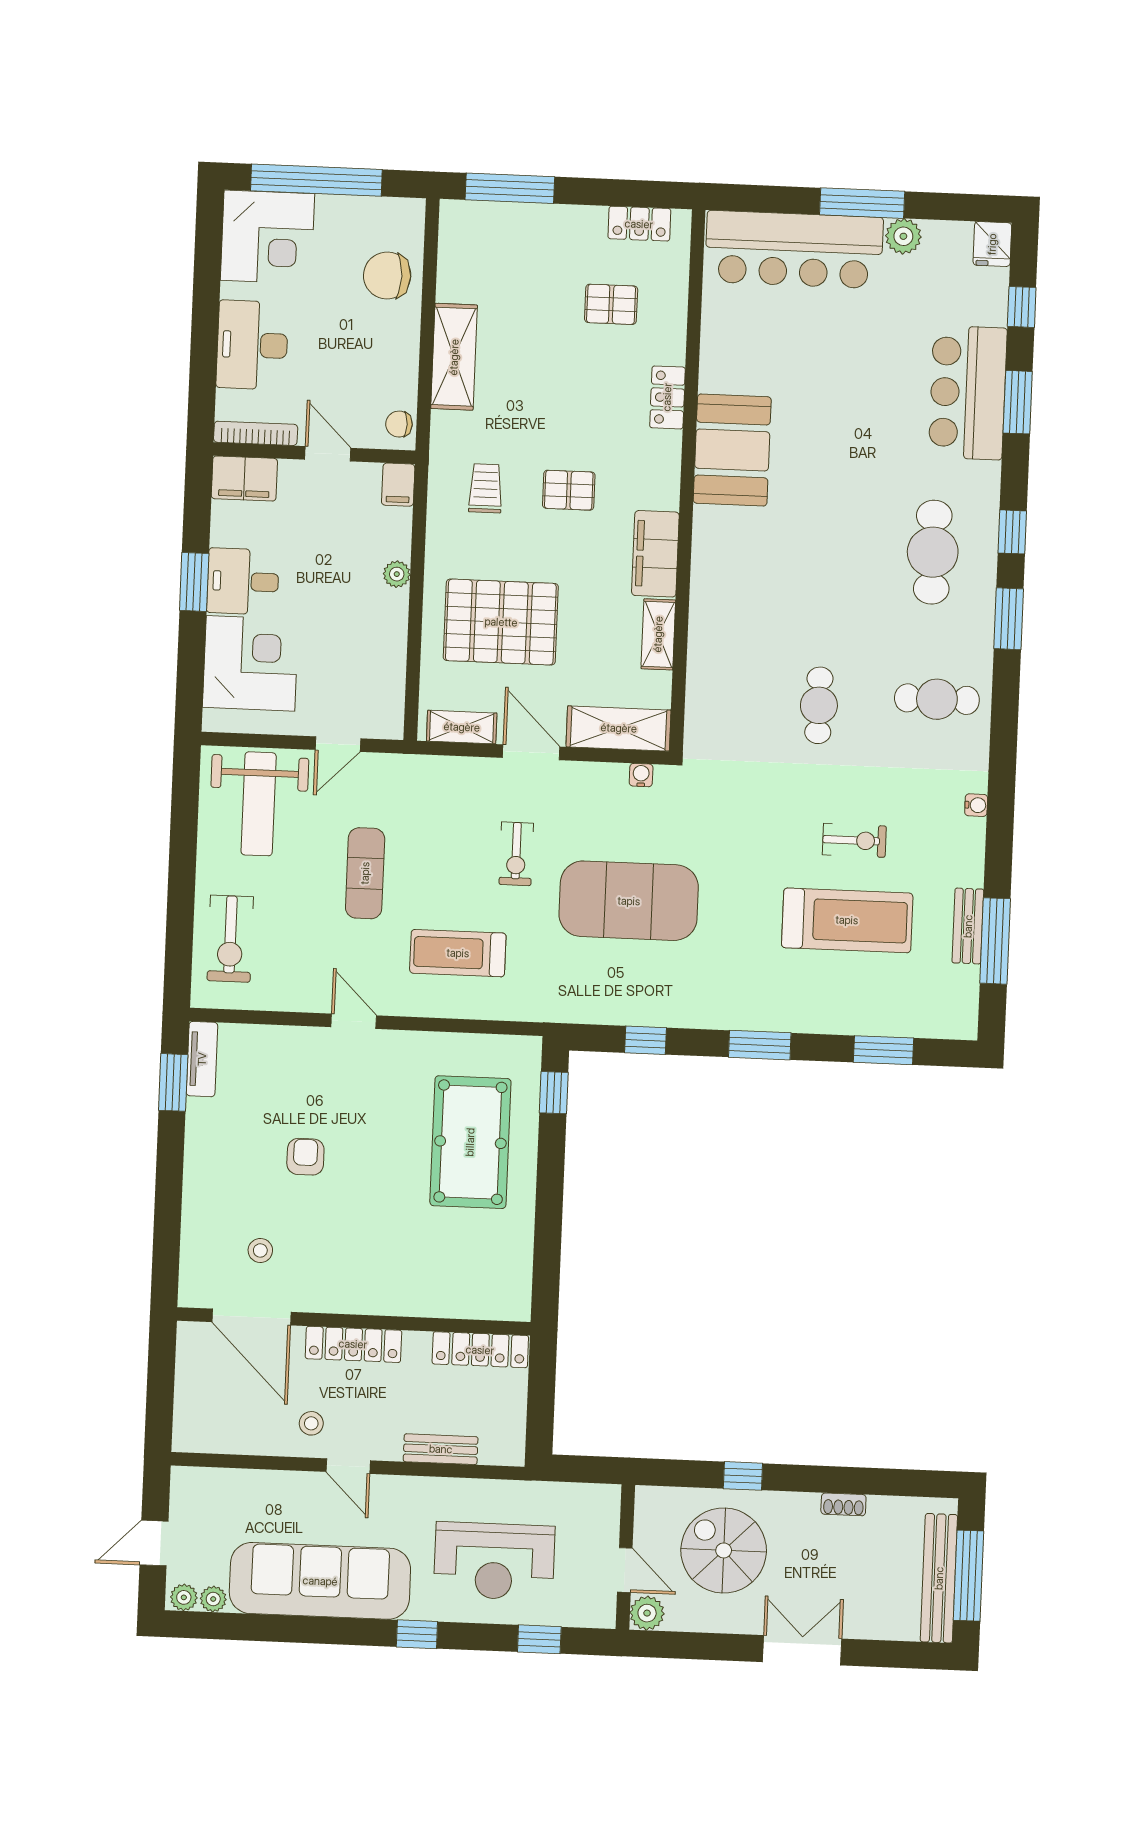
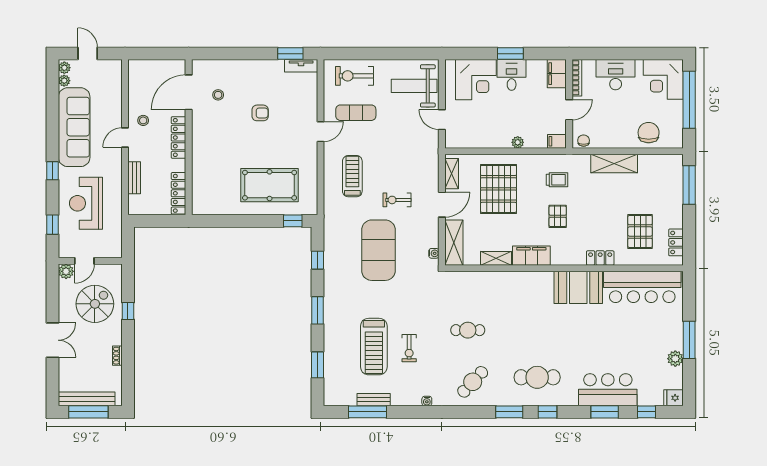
bar counter: (794, 250) -> (642, 287), moved, turned -90
pallet: (611, 304) -> (640, 232), width x1.50, depth x1.42
cafe table: (937, 699) -> (473, 382), turned 43
exercise mat: (365, 873) -> (356, 113), moved

